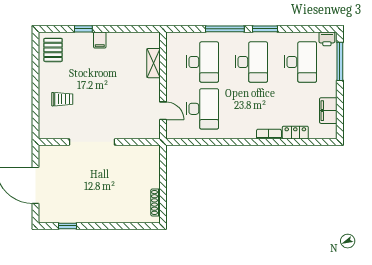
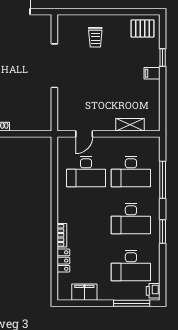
window: (225, 29) -> (163, 180), moved

